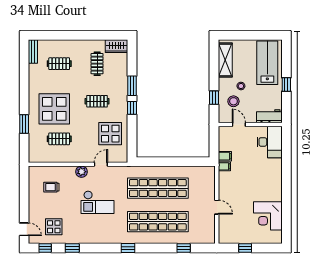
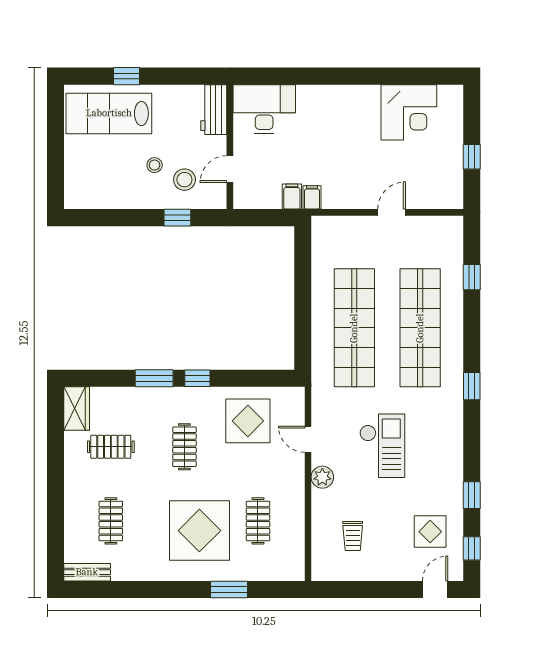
shelving: (225, 60) -> (104, 196), removed
window: (286, 85) -> (126, 76), moved

